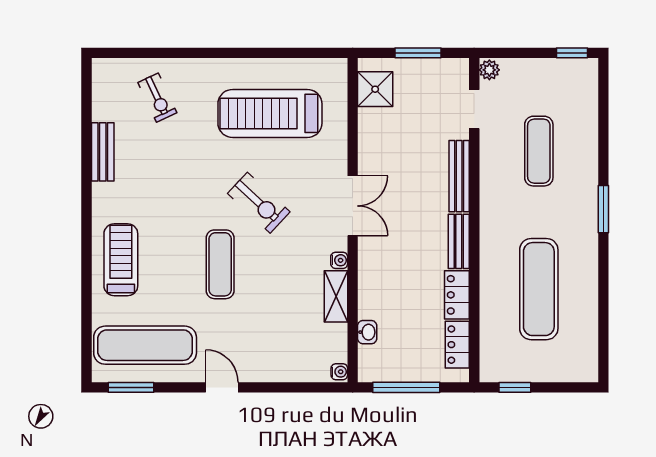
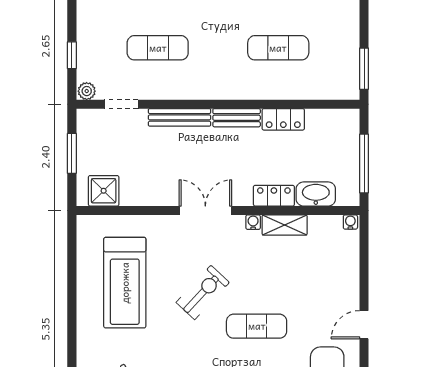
window: (572, 53) -> (72, 55), moved
exercise mat: (539, 289) -> (278, 48), width x0.73, depth x0.69
washbasin: (367, 332) -> (316, 194), width x1.91, depth x1.45
locker: (457, 345) -> (274, 196), moved, turned 180
window: (515, 387) -> (364, 69), width x1.50

